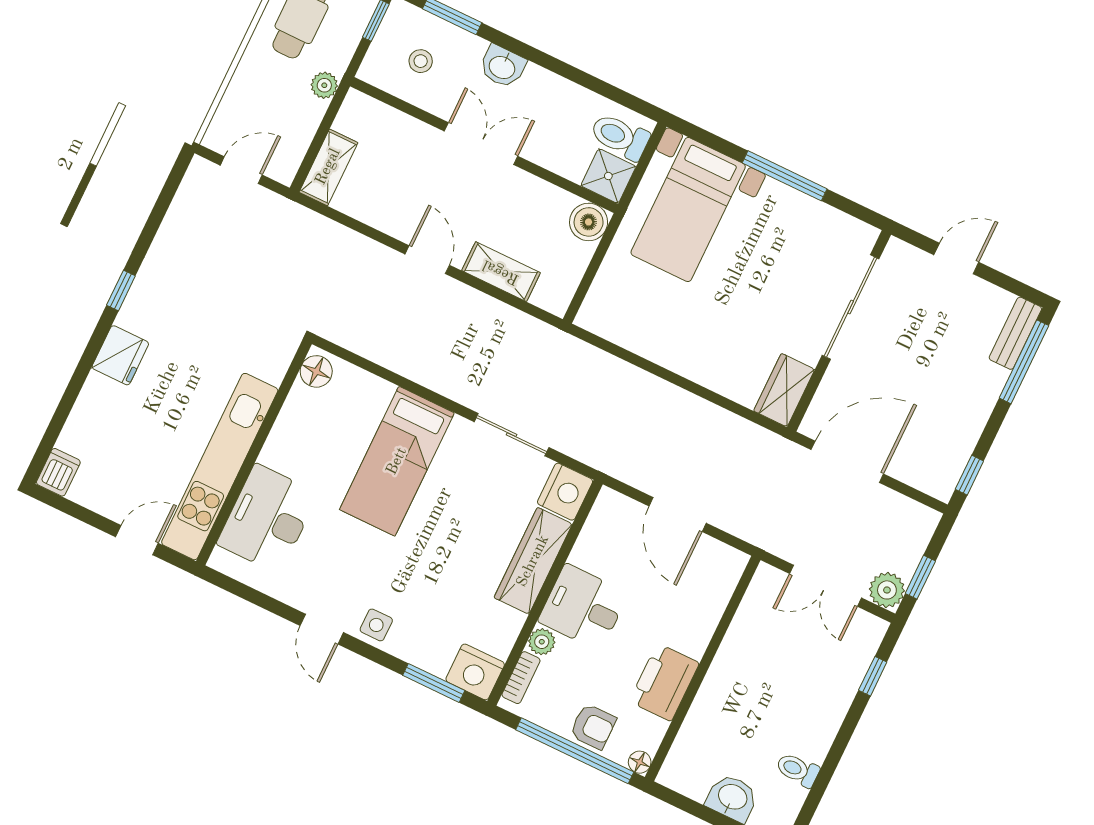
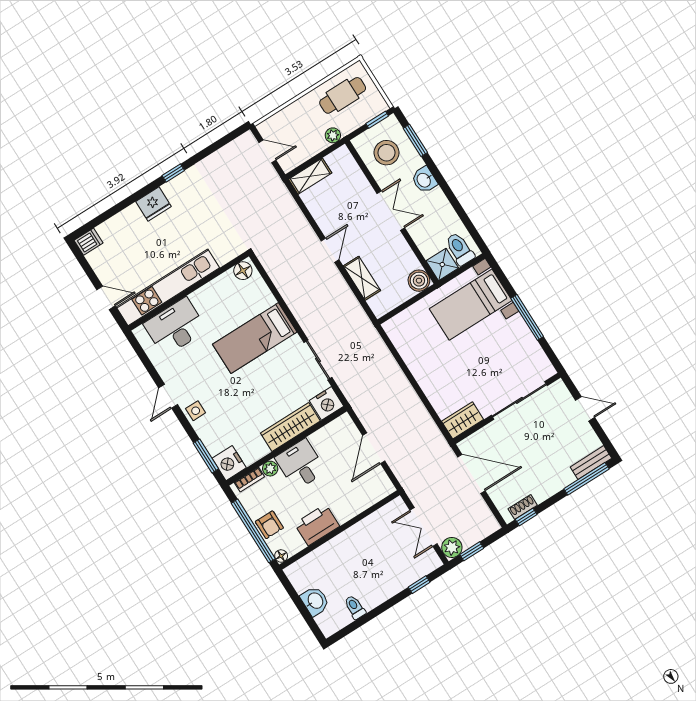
stool: (421, 61) -> (387, 153), width x1.89, depth x1.89
shoe rack: (955, 463) -> (523, 507), added

